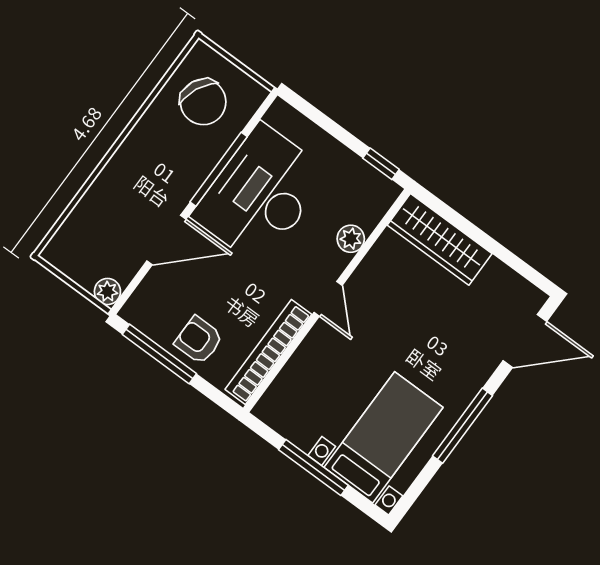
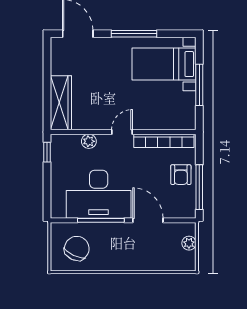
plant: (107, 291) -> (189, 243), moved

